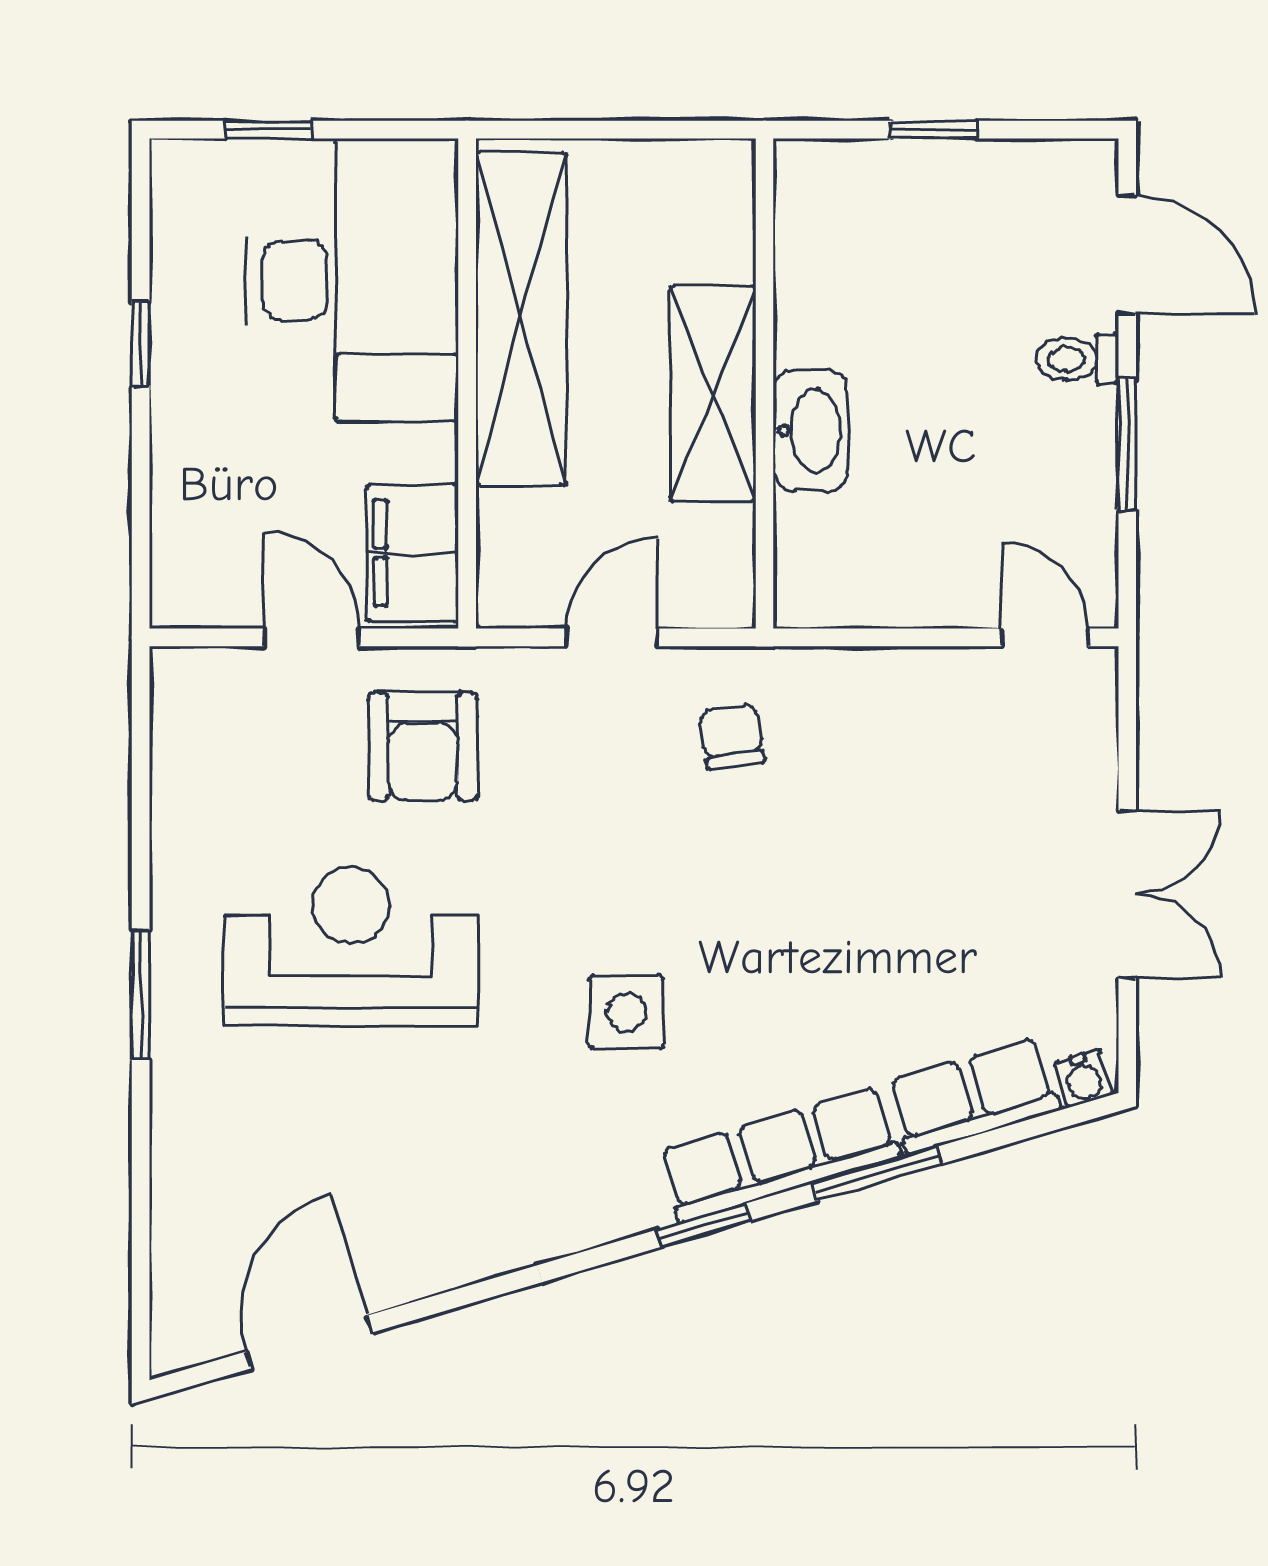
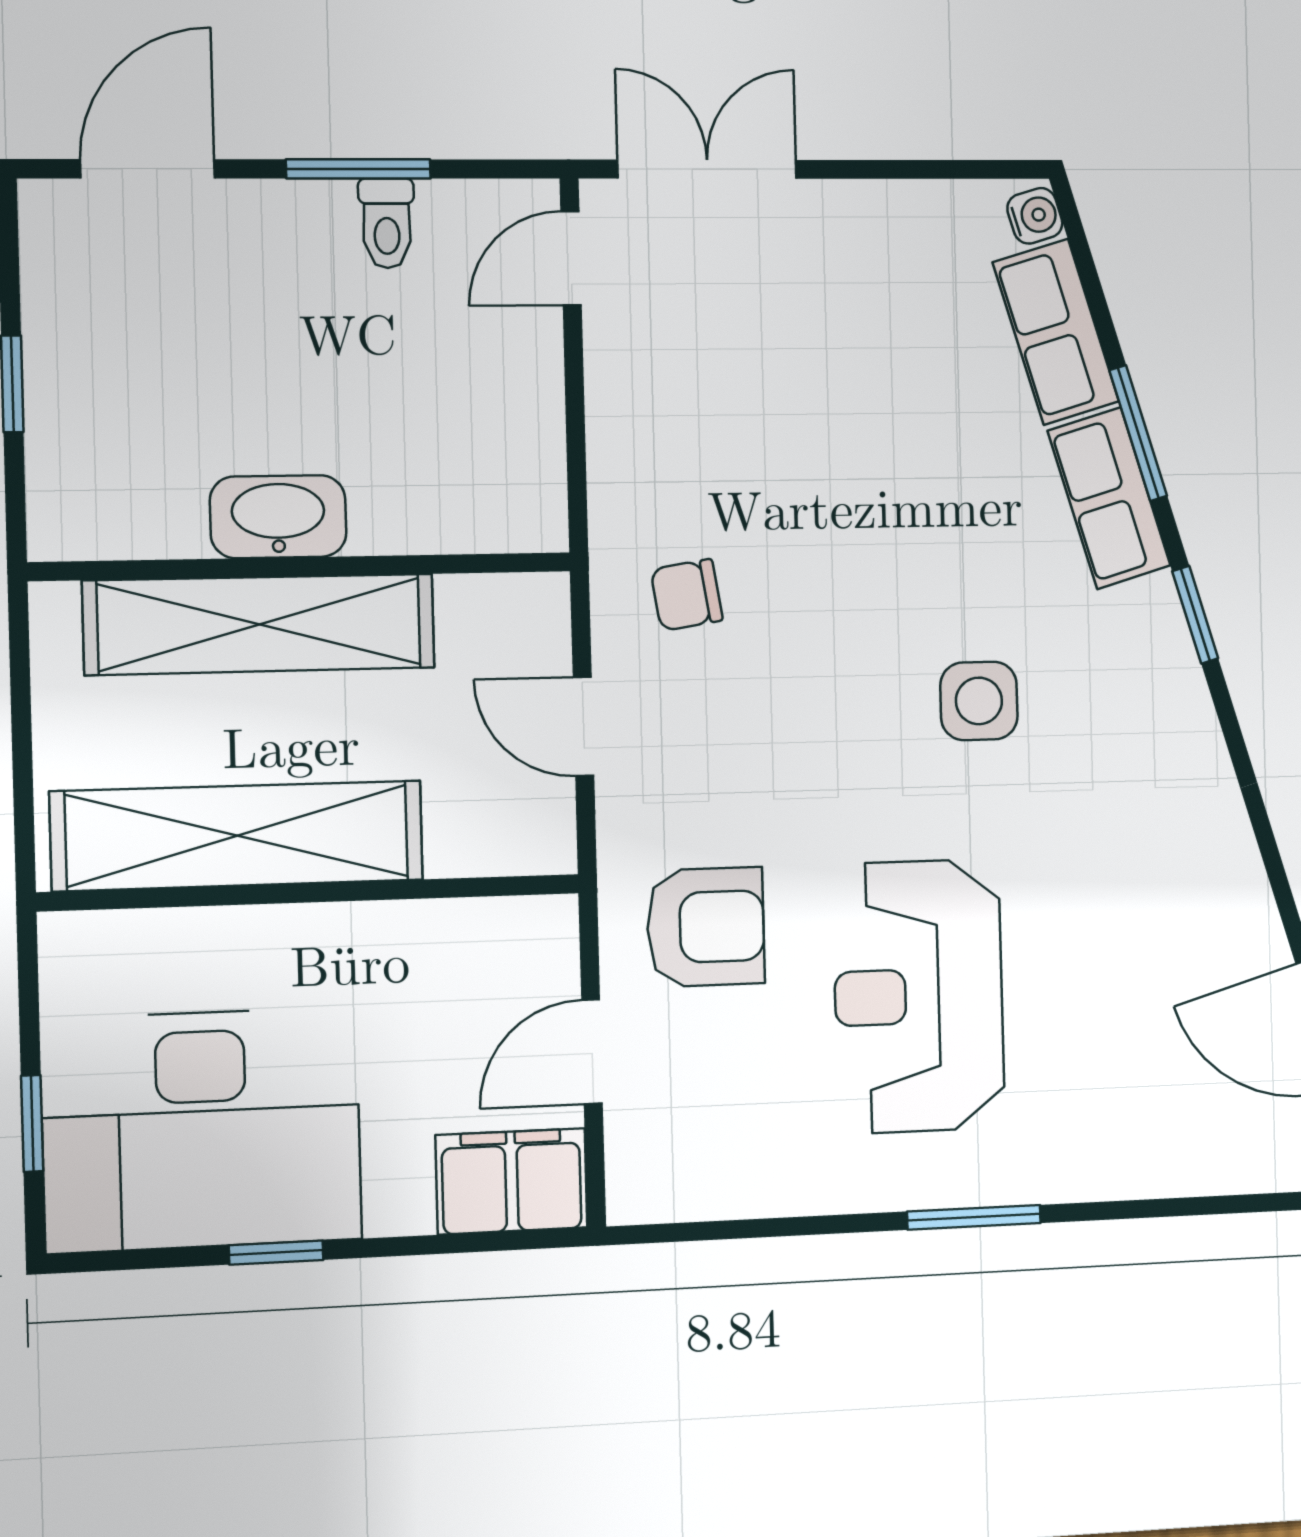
desk: (352, 280) -> (202, 1130), moved, turned 180
toilet: (1077, 359) -> (387, 223), moved
shelving: (713, 394) -> (260, 624), width x1.47
washbasin: (811, 430) -> (278, 517), moved
filing cabinet: (412, 553) -> (512, 1181), moved, turned 180
double door: (1127, 894) -> (707, 169), moved
row of seats: (780, 1154) -> (1109, 498), width x0.68

